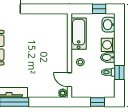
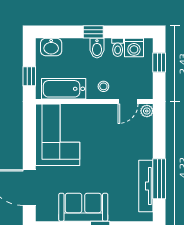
window: (99, 9) -> (29, 76), moved
corner sofa: (46, 29) -> (58, 135), added
washing machine: (108, 45) -> (134, 48), moved
window: (119, 72) -> (93, 32), moved

